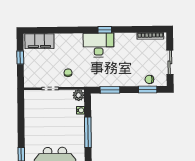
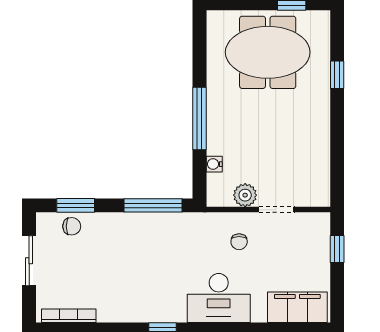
desk: (98, 45) -> (219, 298), moved
window: (20, 57) -> (337, 249), moved
window: (110, 90) -> (153, 205), width x1.44
plant: (79, 95) -> (245, 195), moved

